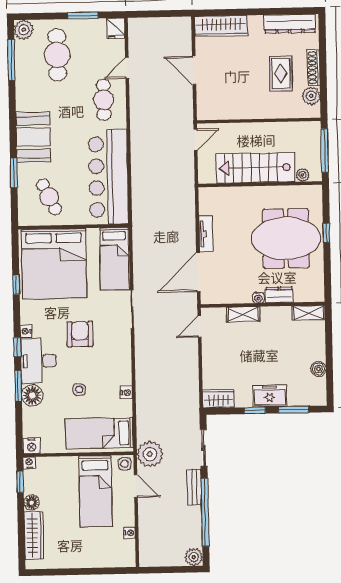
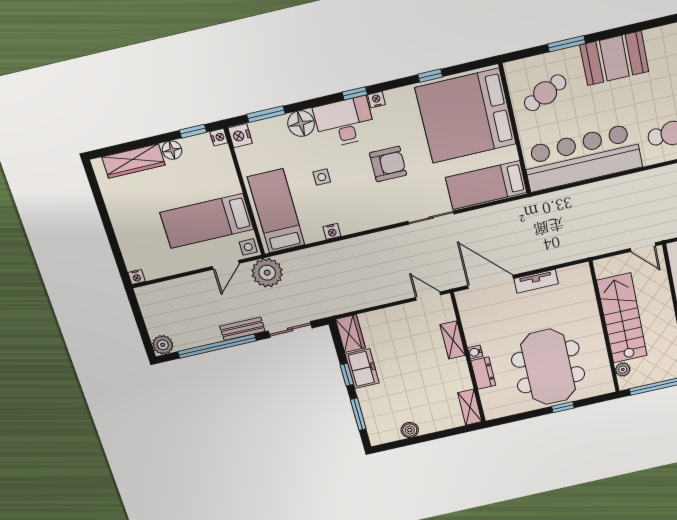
window: (18, 386) -> (266, 114), moved
freezer: (270, 396) -> (362, 369), moved
nightstand: (130, 533) -> (137, 277), moved

